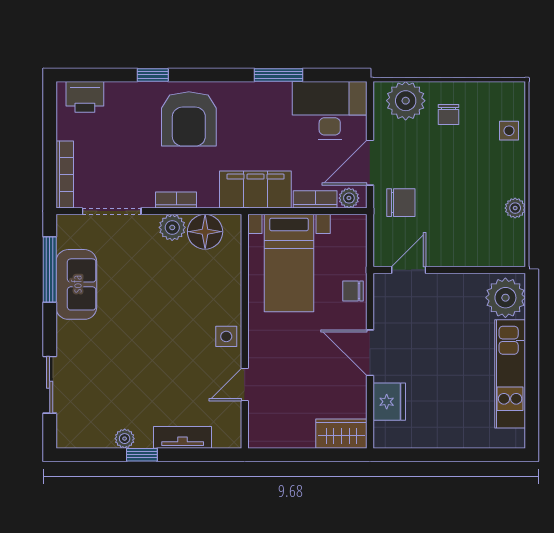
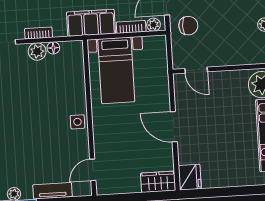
floor lamp: (205, 232) -> (53, 48), width x0.53, depth x0.53
door: (409, 270) -> (196, 70), swing flipped
chair: (353, 291) -> (160, 86), removed
door: (245, 385) -> (93, 170), moved
fridge: (389, 402) -> (190, 177), moved

